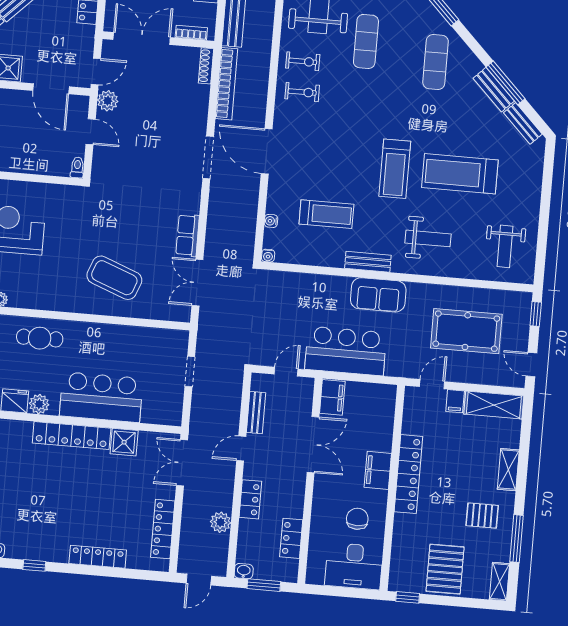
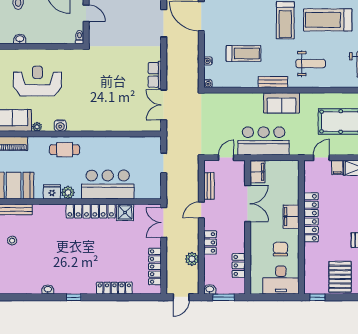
coffee table: (114, 278) -> (110, 106), removed
water cooler: (36, 301) -> (60, 126), added

